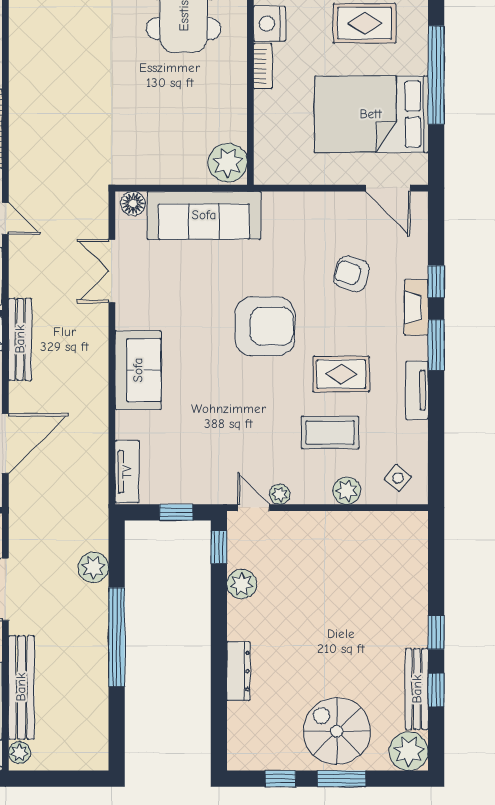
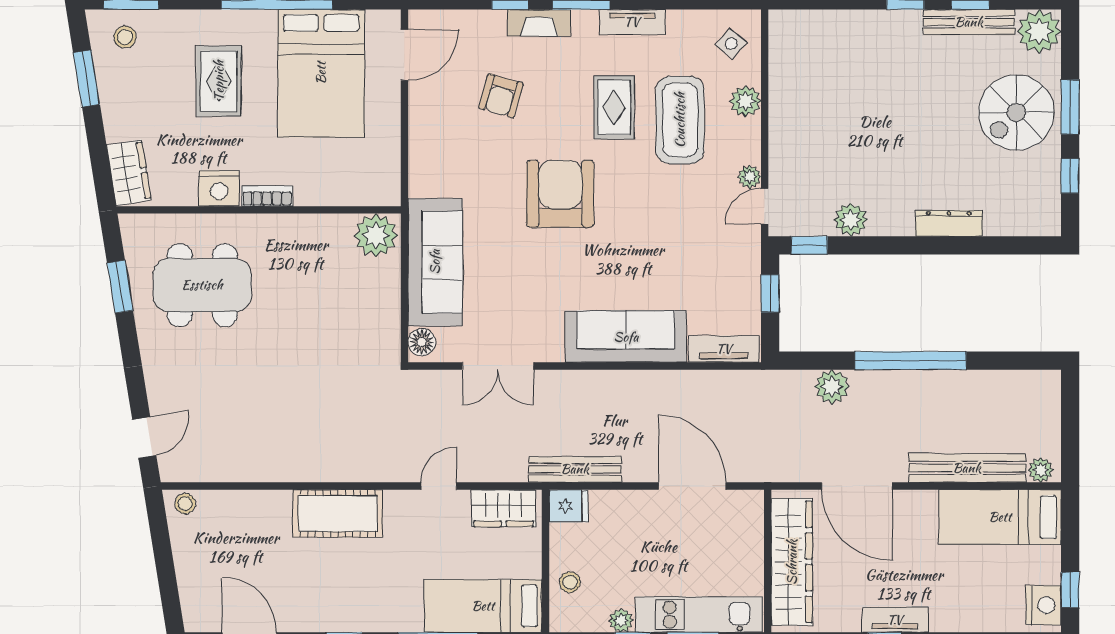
sofa: (138, 370) -> (626, 337), width x1.36
coffee table: (330, 433) -> (680, 120), width x1.36, depth x1.32

